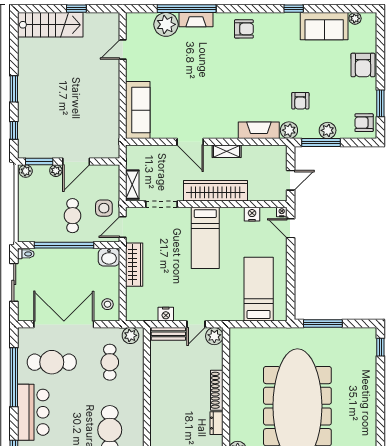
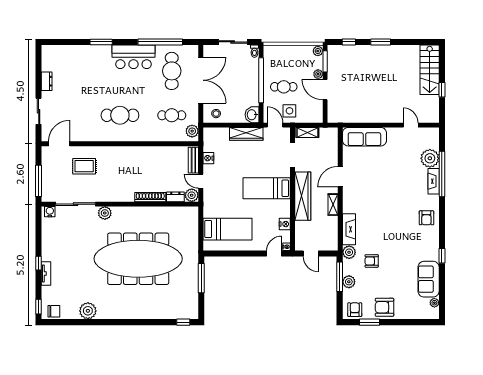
armchair: (363, 65) -> (385, 307), moved
dresser: (217, 423) -> (175, 197), moved

